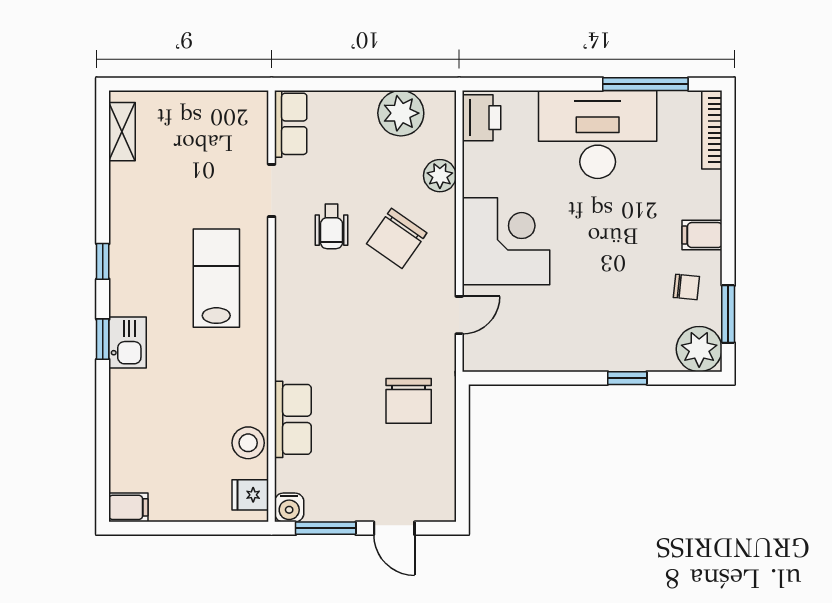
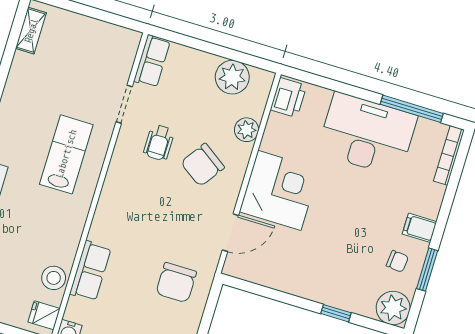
window: (728, 314) -> (427, 270), moved
door: (459, 315) -> (230, 233), width x1.38

